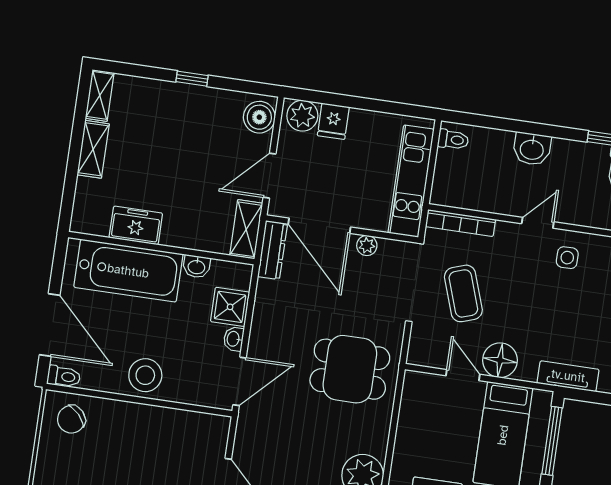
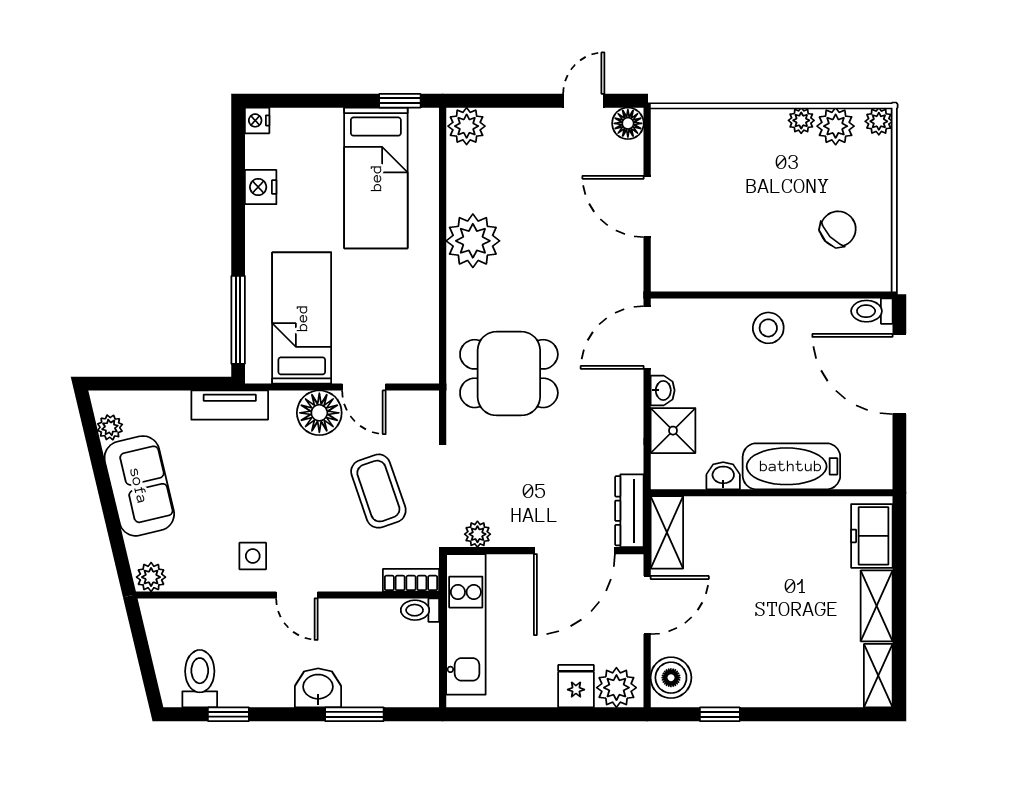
window: (192, 79) -> (720, 714), moved
window: (507, 125) -> (354, 714), added
toilet: (453, 140) -> (420, 610), moved
bookcase: (460, 223) -> (411, 580), width x0.64
door: (538, 223) -> (297, 595), hinge flipped
freezer: (136, 225) -> (872, 536), moved, turned 90
door: (319, 226) -> (574, 551), swing flipped
plant: (367, 245) -> (477, 534), moved
bathtub: (128, 271) -> (791, 466), width x0.73, depth x0.73
stool: (145, 375) -> (768, 328), width x0.73, depth x0.73
chair: (71, 419) -> (838, 229), moved

